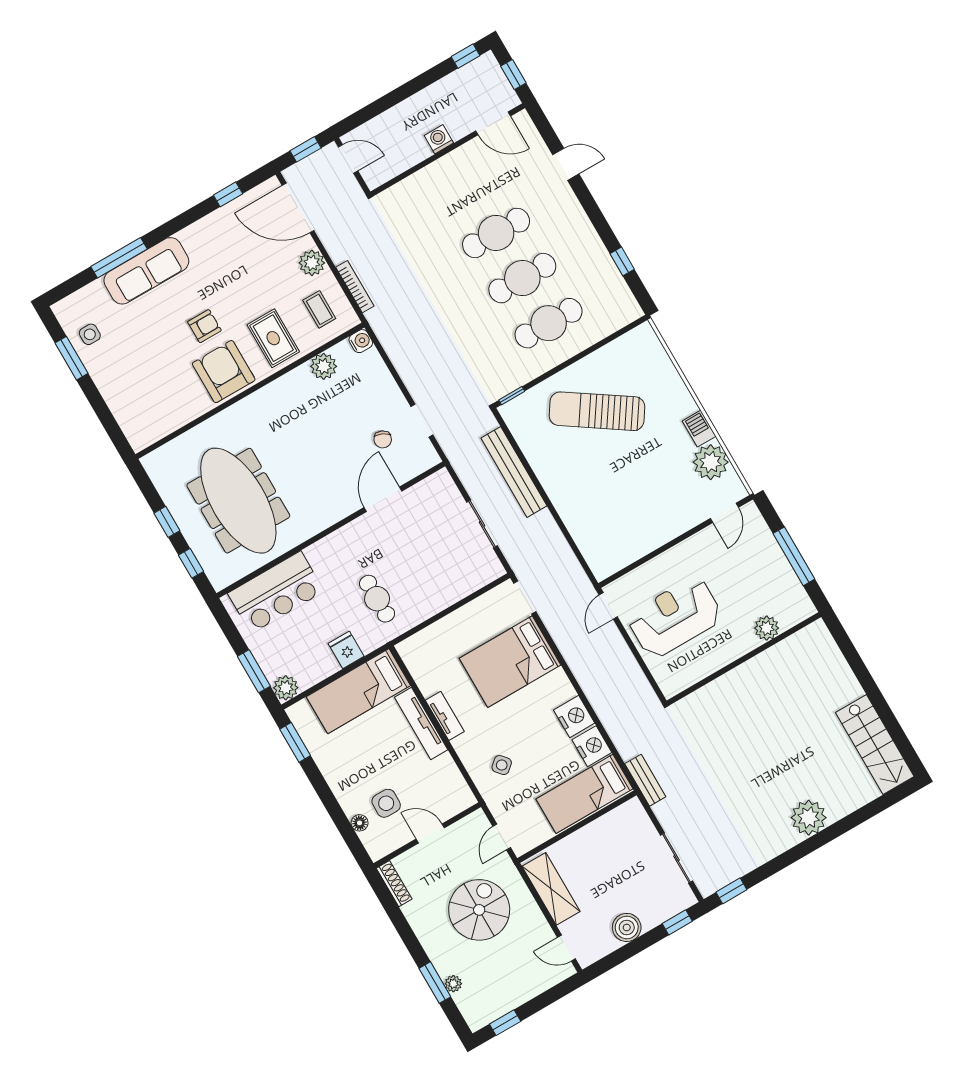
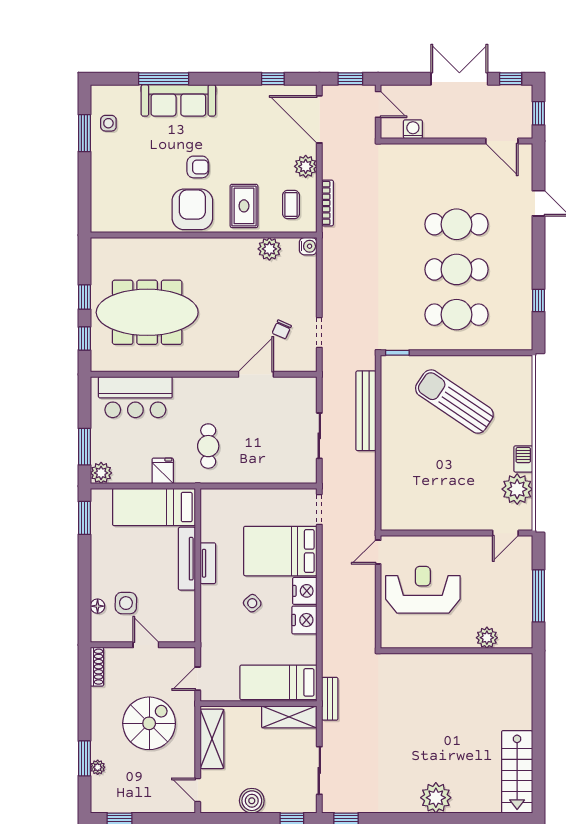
double door: (414, 86) -> (459, 79), added
washing machine: (439, 139) -> (413, 129), moved
meeting table: (238, 501) -> (147, 312), turned 90
nightstand: (592, 746) -> (305, 591), moved
side table: (502, 765) -> (252, 603), moved
shelving: (615, 822) -> (289, 717), added

